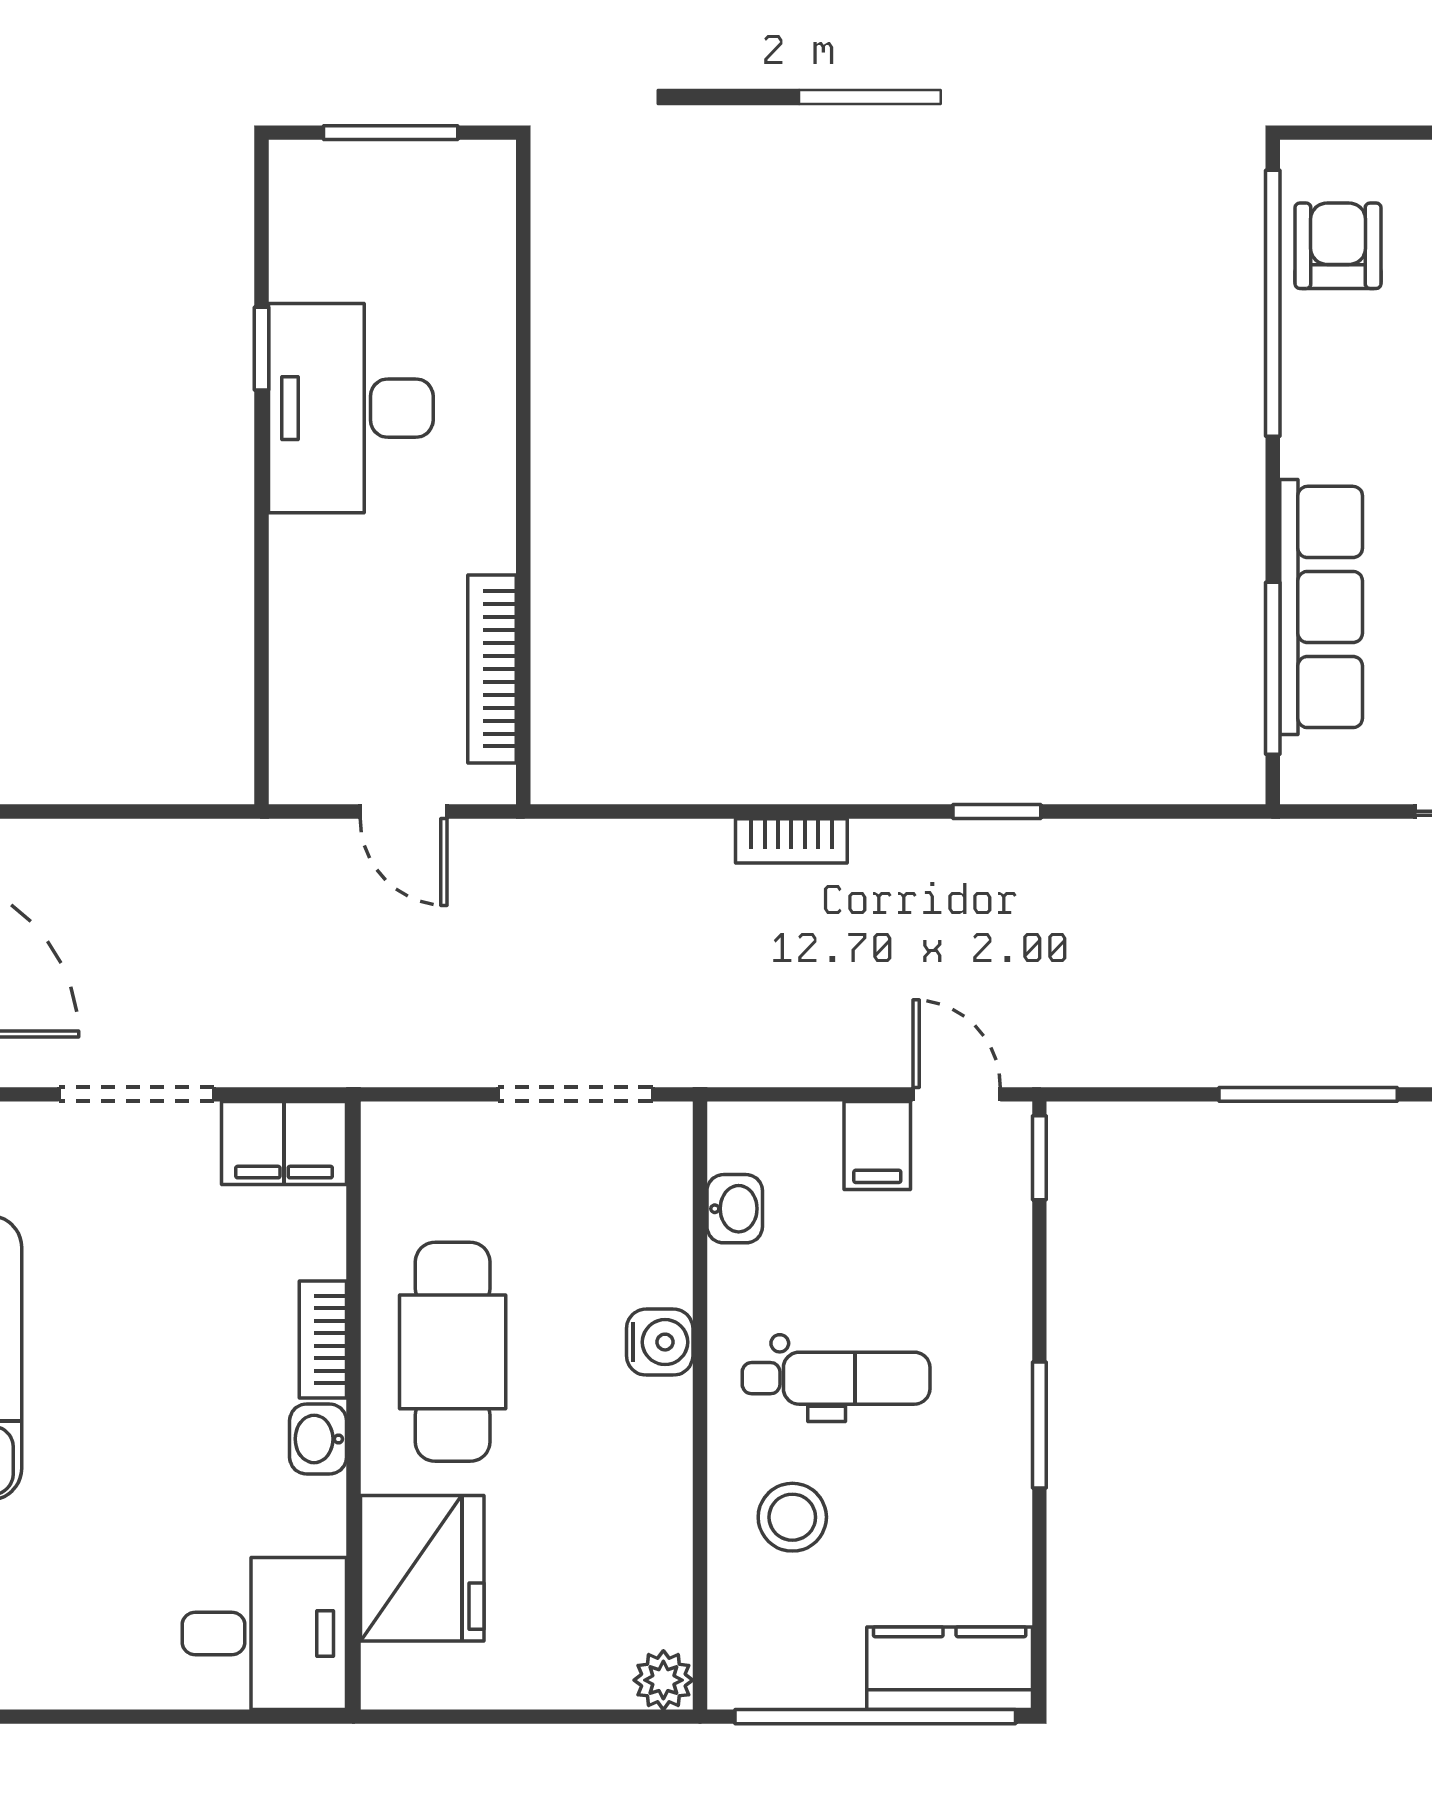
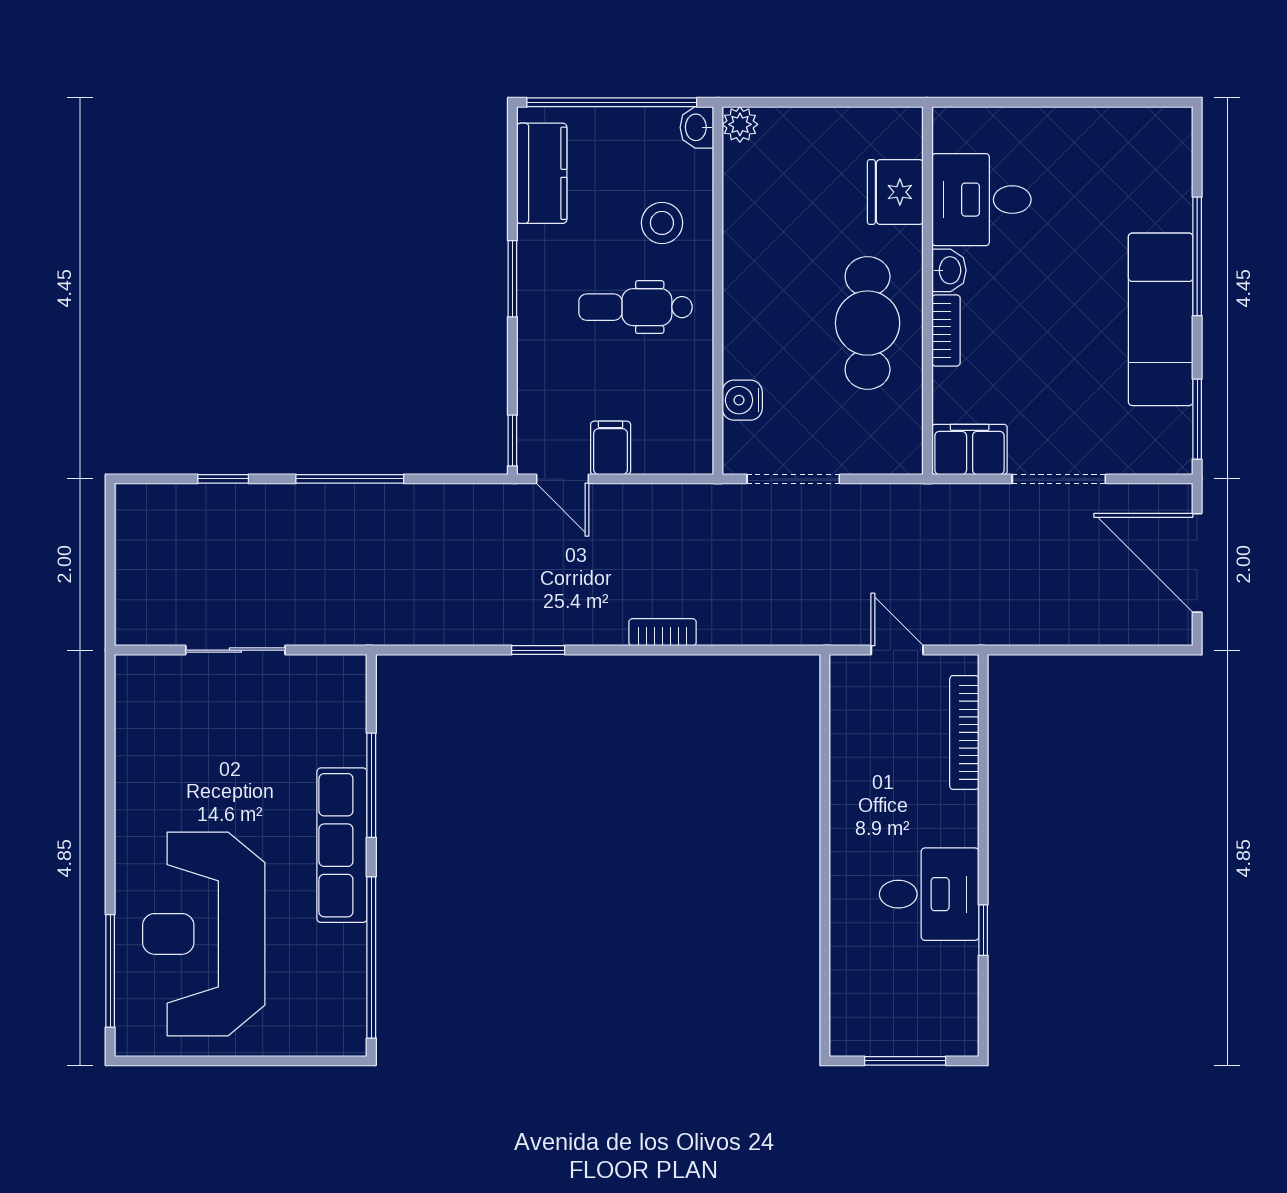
armchair: (1338, 246) -> (332, 992), removed
desk: (351, 408) -> (929, 894), width x0.73
row of seats: (1321, 607) -> (342, 845), moved
window: (1273, 668) -> (371, 785), moved
bookcase: (492, 669) -> (964, 732), moved, turned 180
washbasin: (735, 1209) -> (697, 127), moved
water cooler: (660, 1342) -> (742, 400), moved
fridge: (422, 1568) -> (895, 192), width x0.73, depth x0.75
desk: (264, 1633) -> (981, 200), moved
kitchen counter: (950, 1668) -> (542, 173), moved, turned -90

